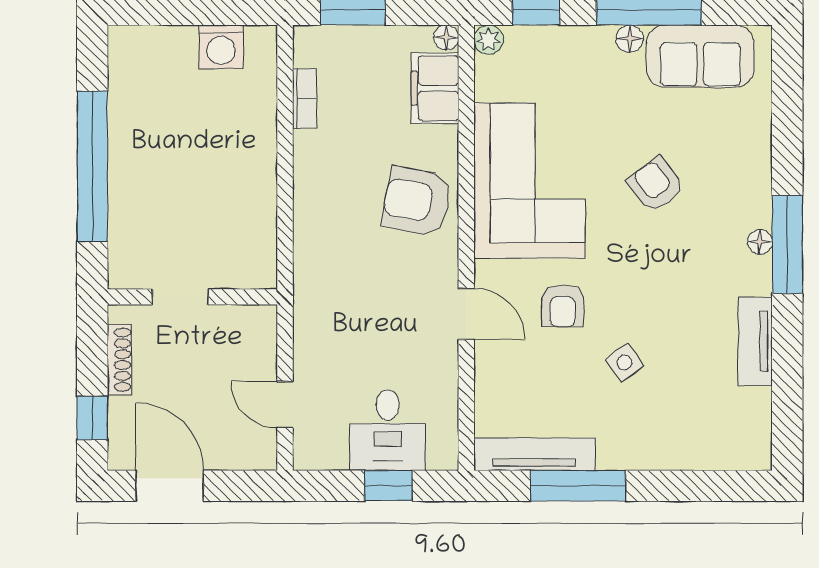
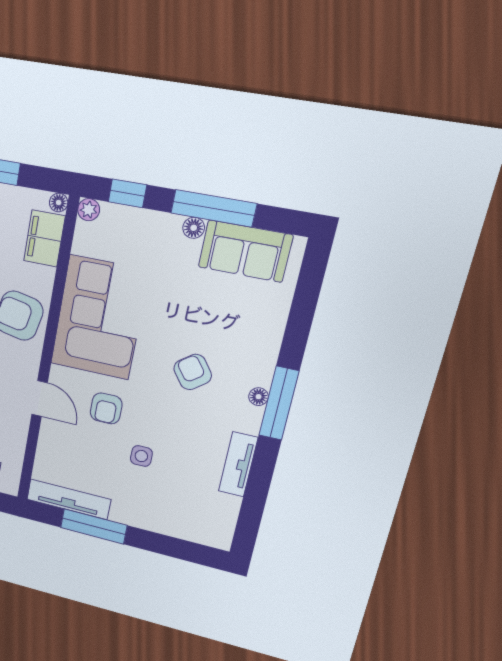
armchair: (656, 185) -> (193, 372), moved
side table: (625, 363) -> (141, 456), turned 36

